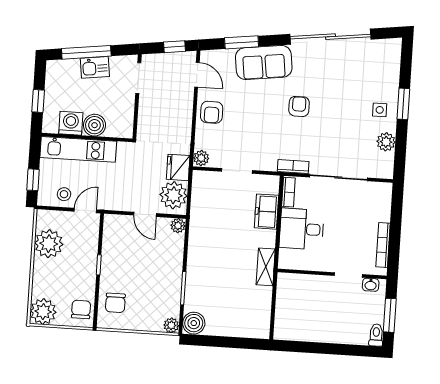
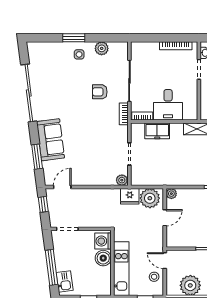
kitchen sink: (95, 67) -> (65, 281), moved
armchair: (299, 106) -> (100, 92), moved
armchair: (212, 112) -> (89, 175), removed
washing machine: (71, 123) -> (103, 241), moved

